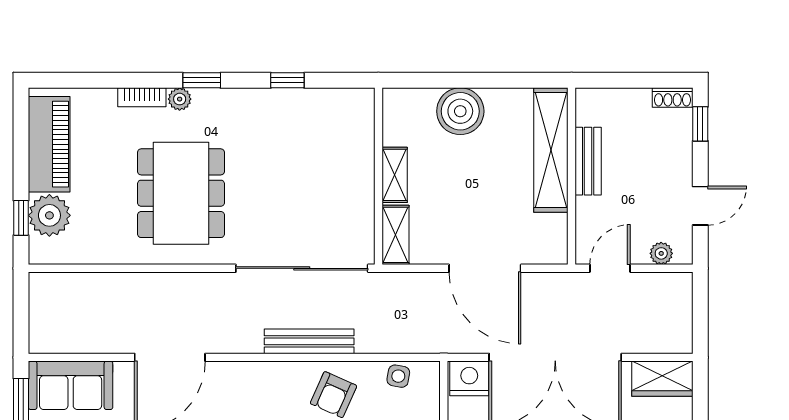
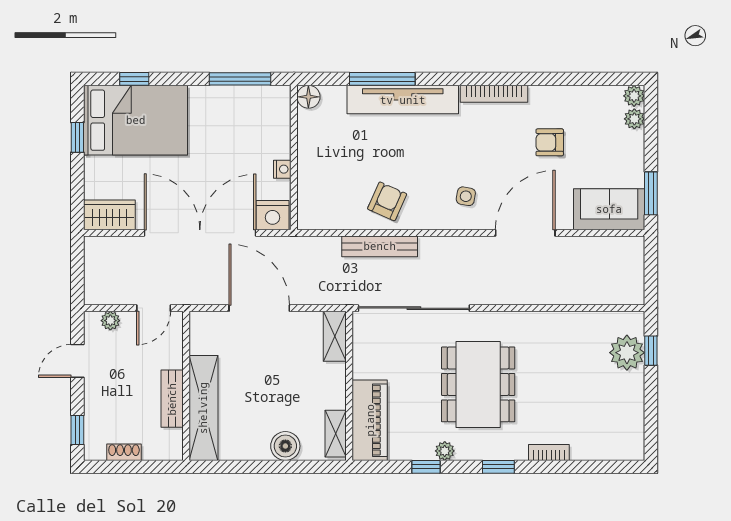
shoe rack: (673, 97) -> (124, 452), moved
plant: (180, 99) -> (445, 451), moved
boiler: (460, 111) -> (285, 446), width x0.73, depth x0.73
piano: (49, 144) -> (370, 420), moved, turned 180
shelving: (395, 175) -> (336, 434), moved
dining table: (181, 193) -> (478, 384), moved
bench: (309, 341) -> (380, 246), moved
side table: (398, 376) -> (466, 196), moved

